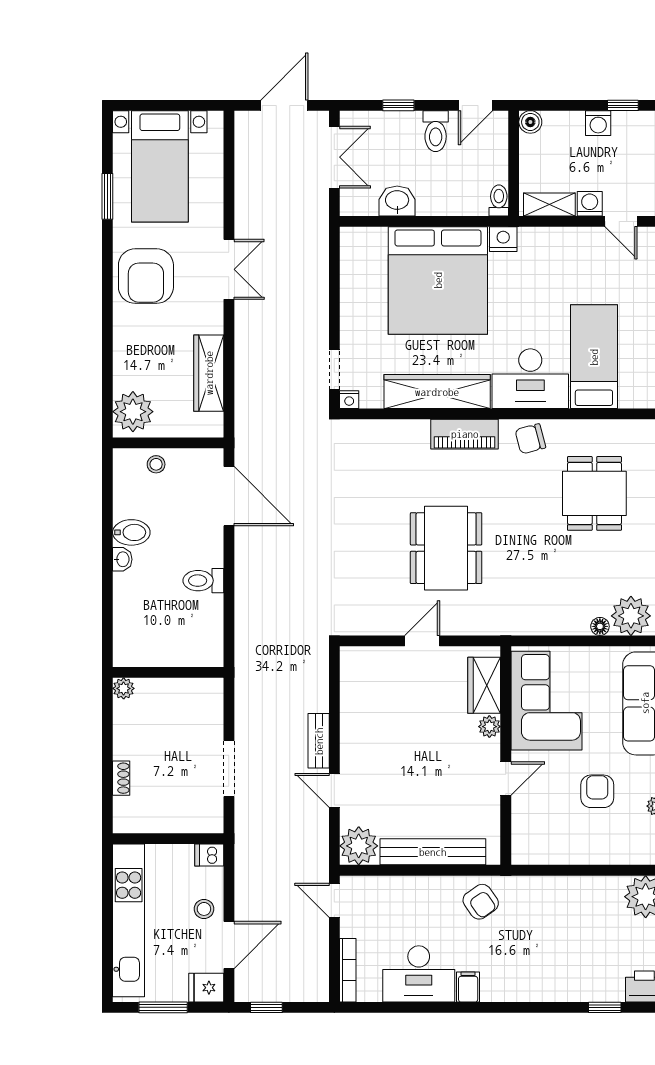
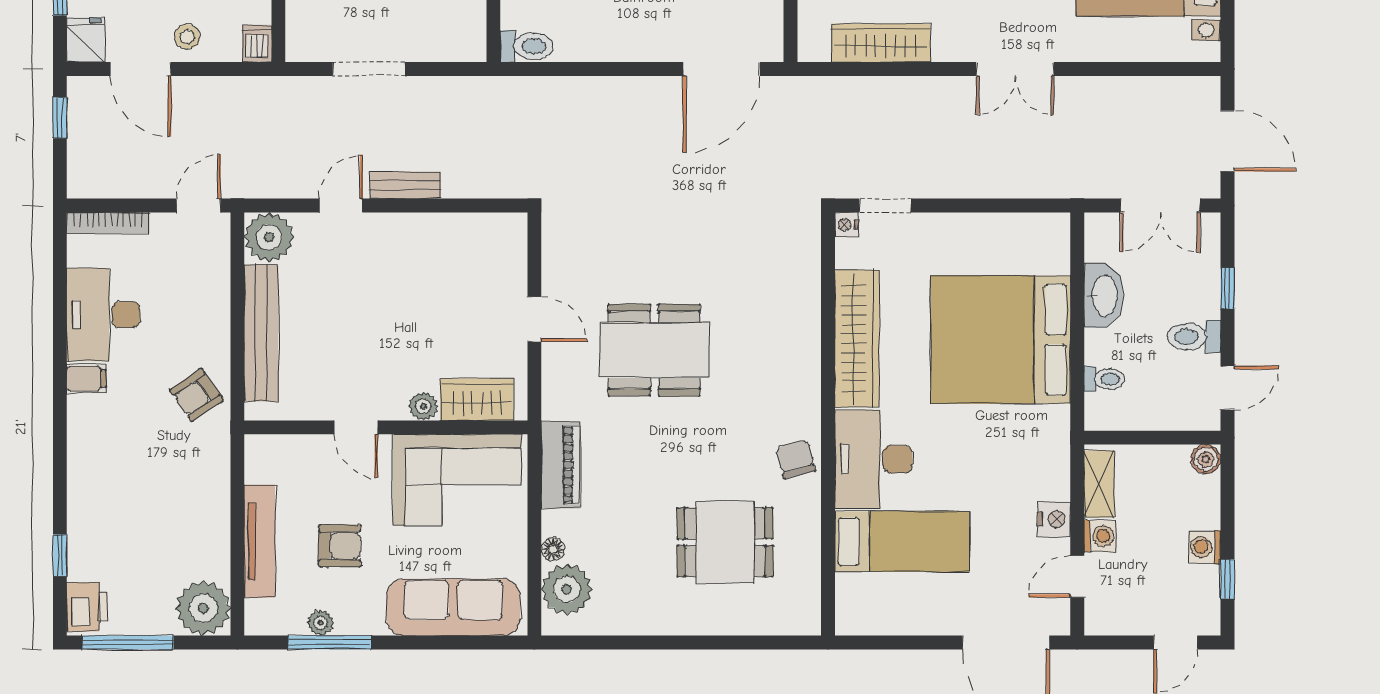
door: (475, 105) -> (1227, 388), swing flipped
toilet: (499, 200) -> (1104, 379), moved
washbasin: (397, 201) -> (1104, 296), width x1.38
nightstand: (503, 239) -> (1054, 519), moved
piano: (465, 434) -> (561, 465), moved, turned 180
toilet: (203, 581) -> (526, 46), moved, turned 90
tv unit: (594, 853) -> (260, 541), added

